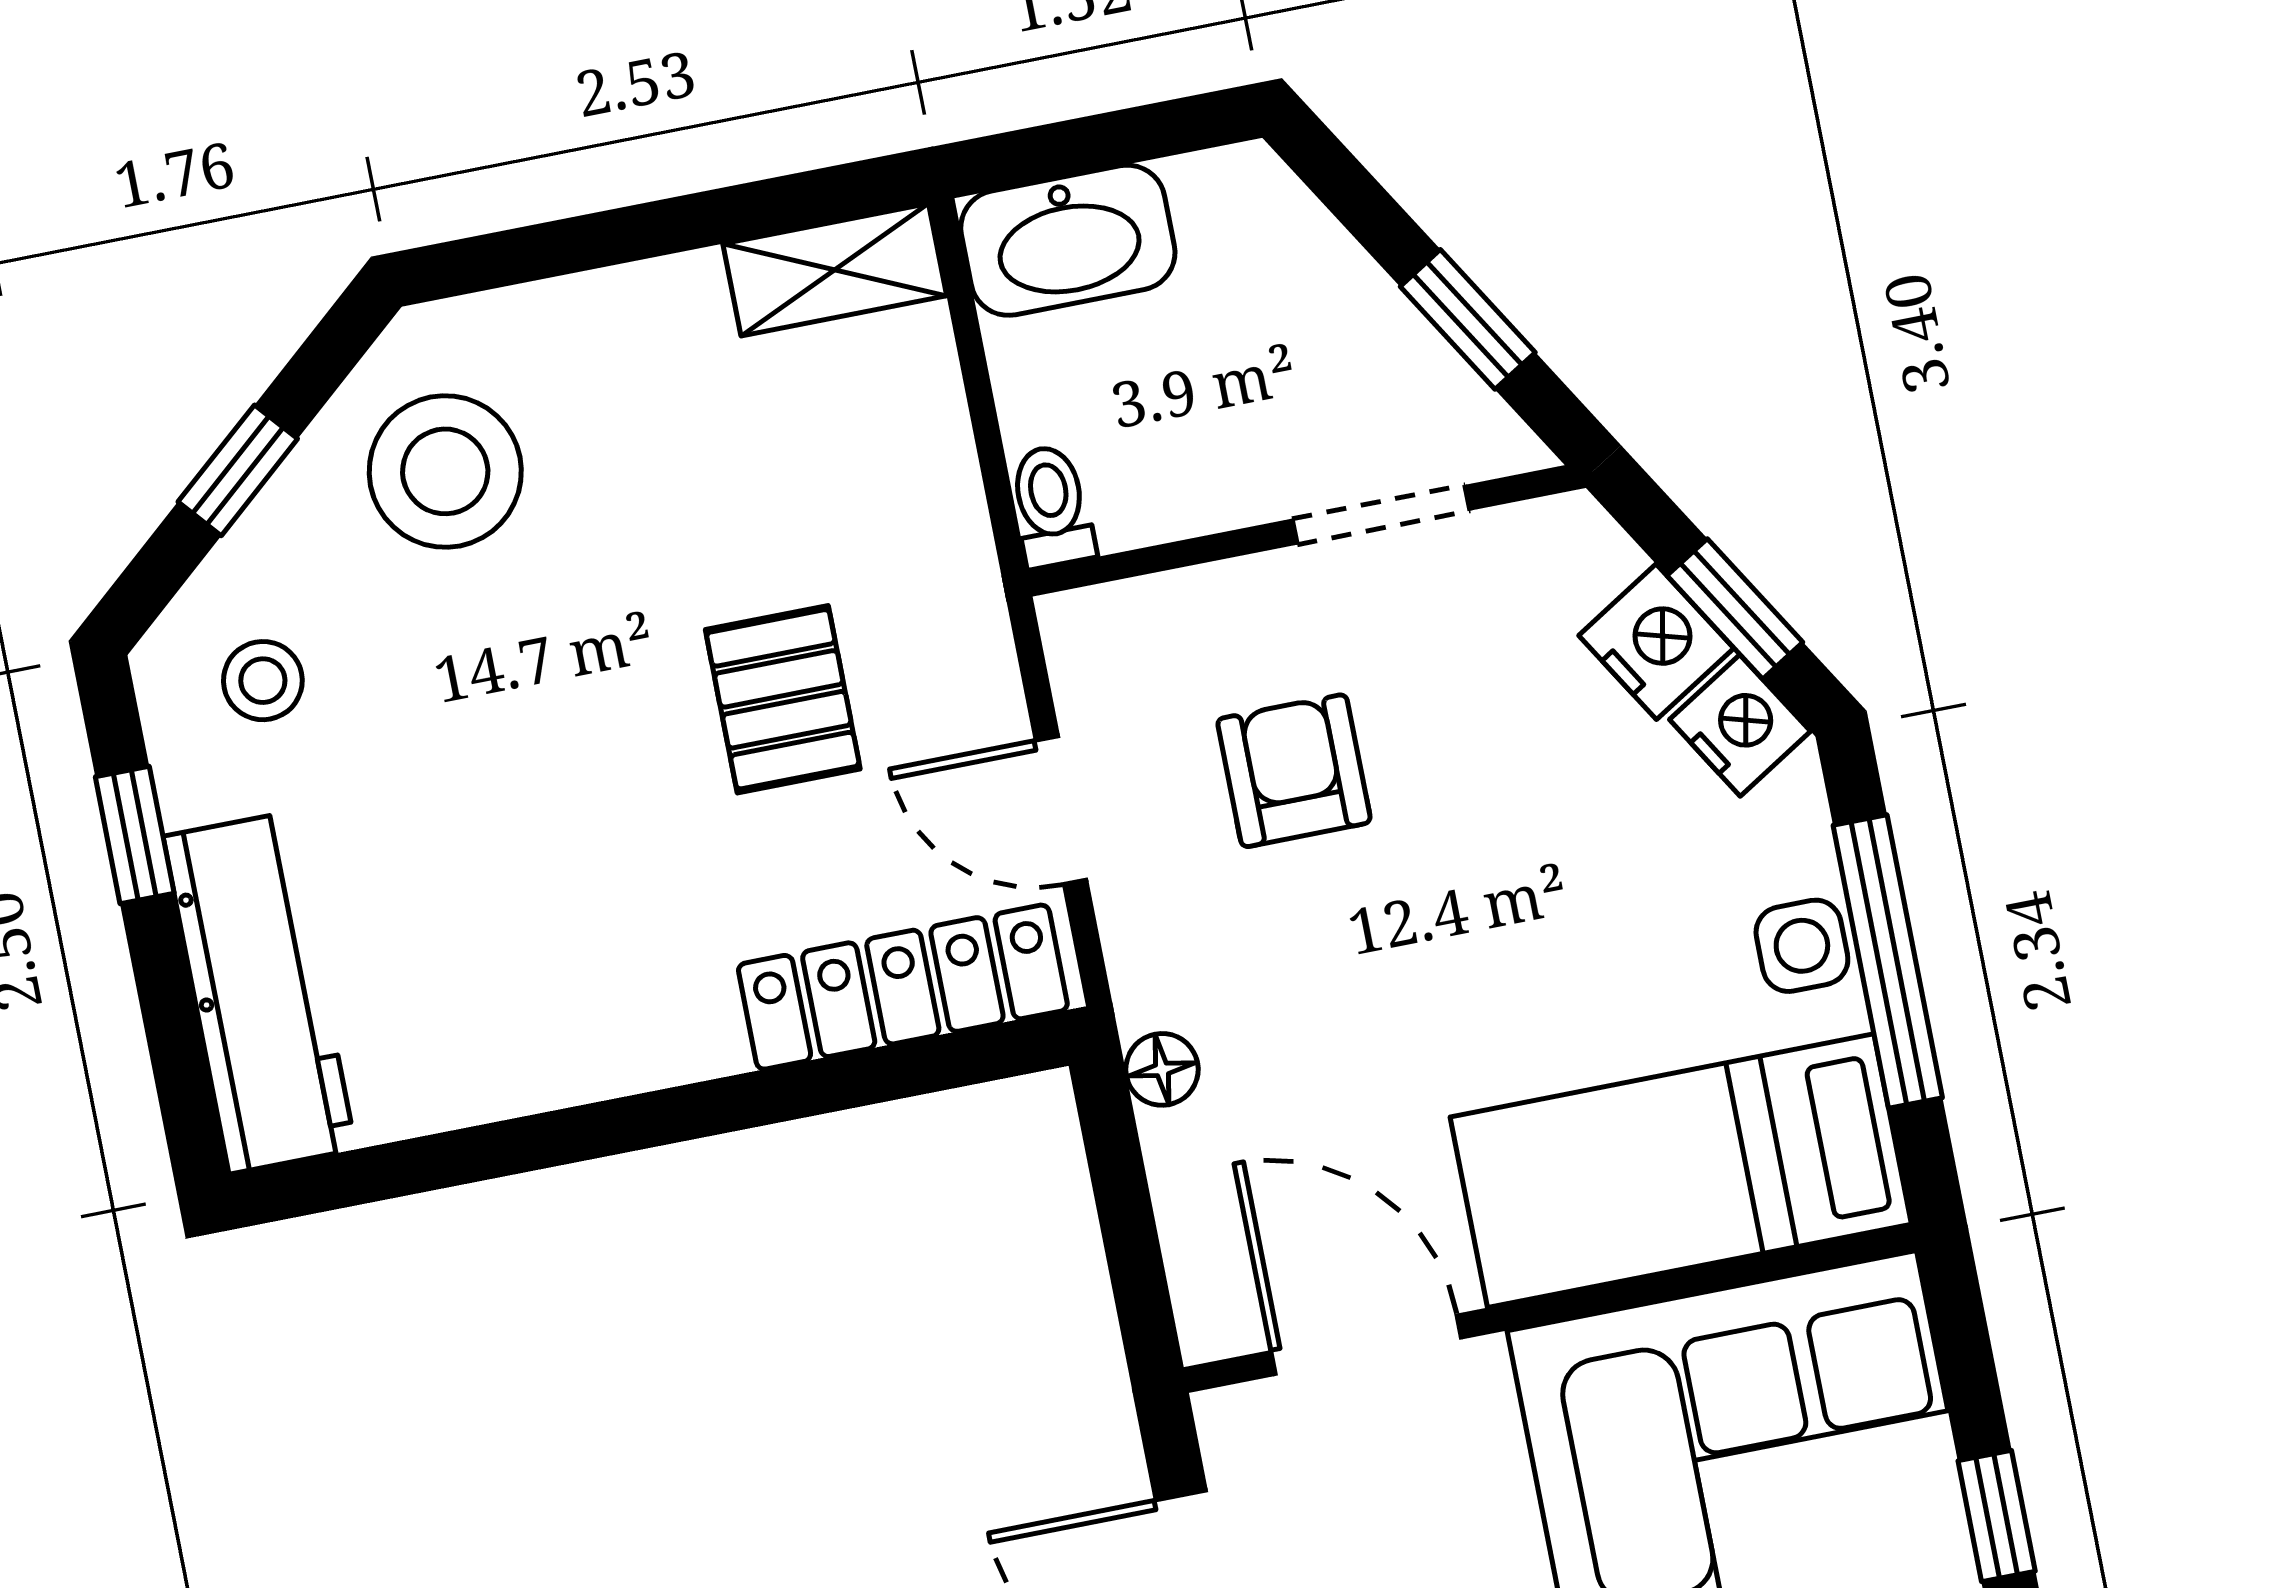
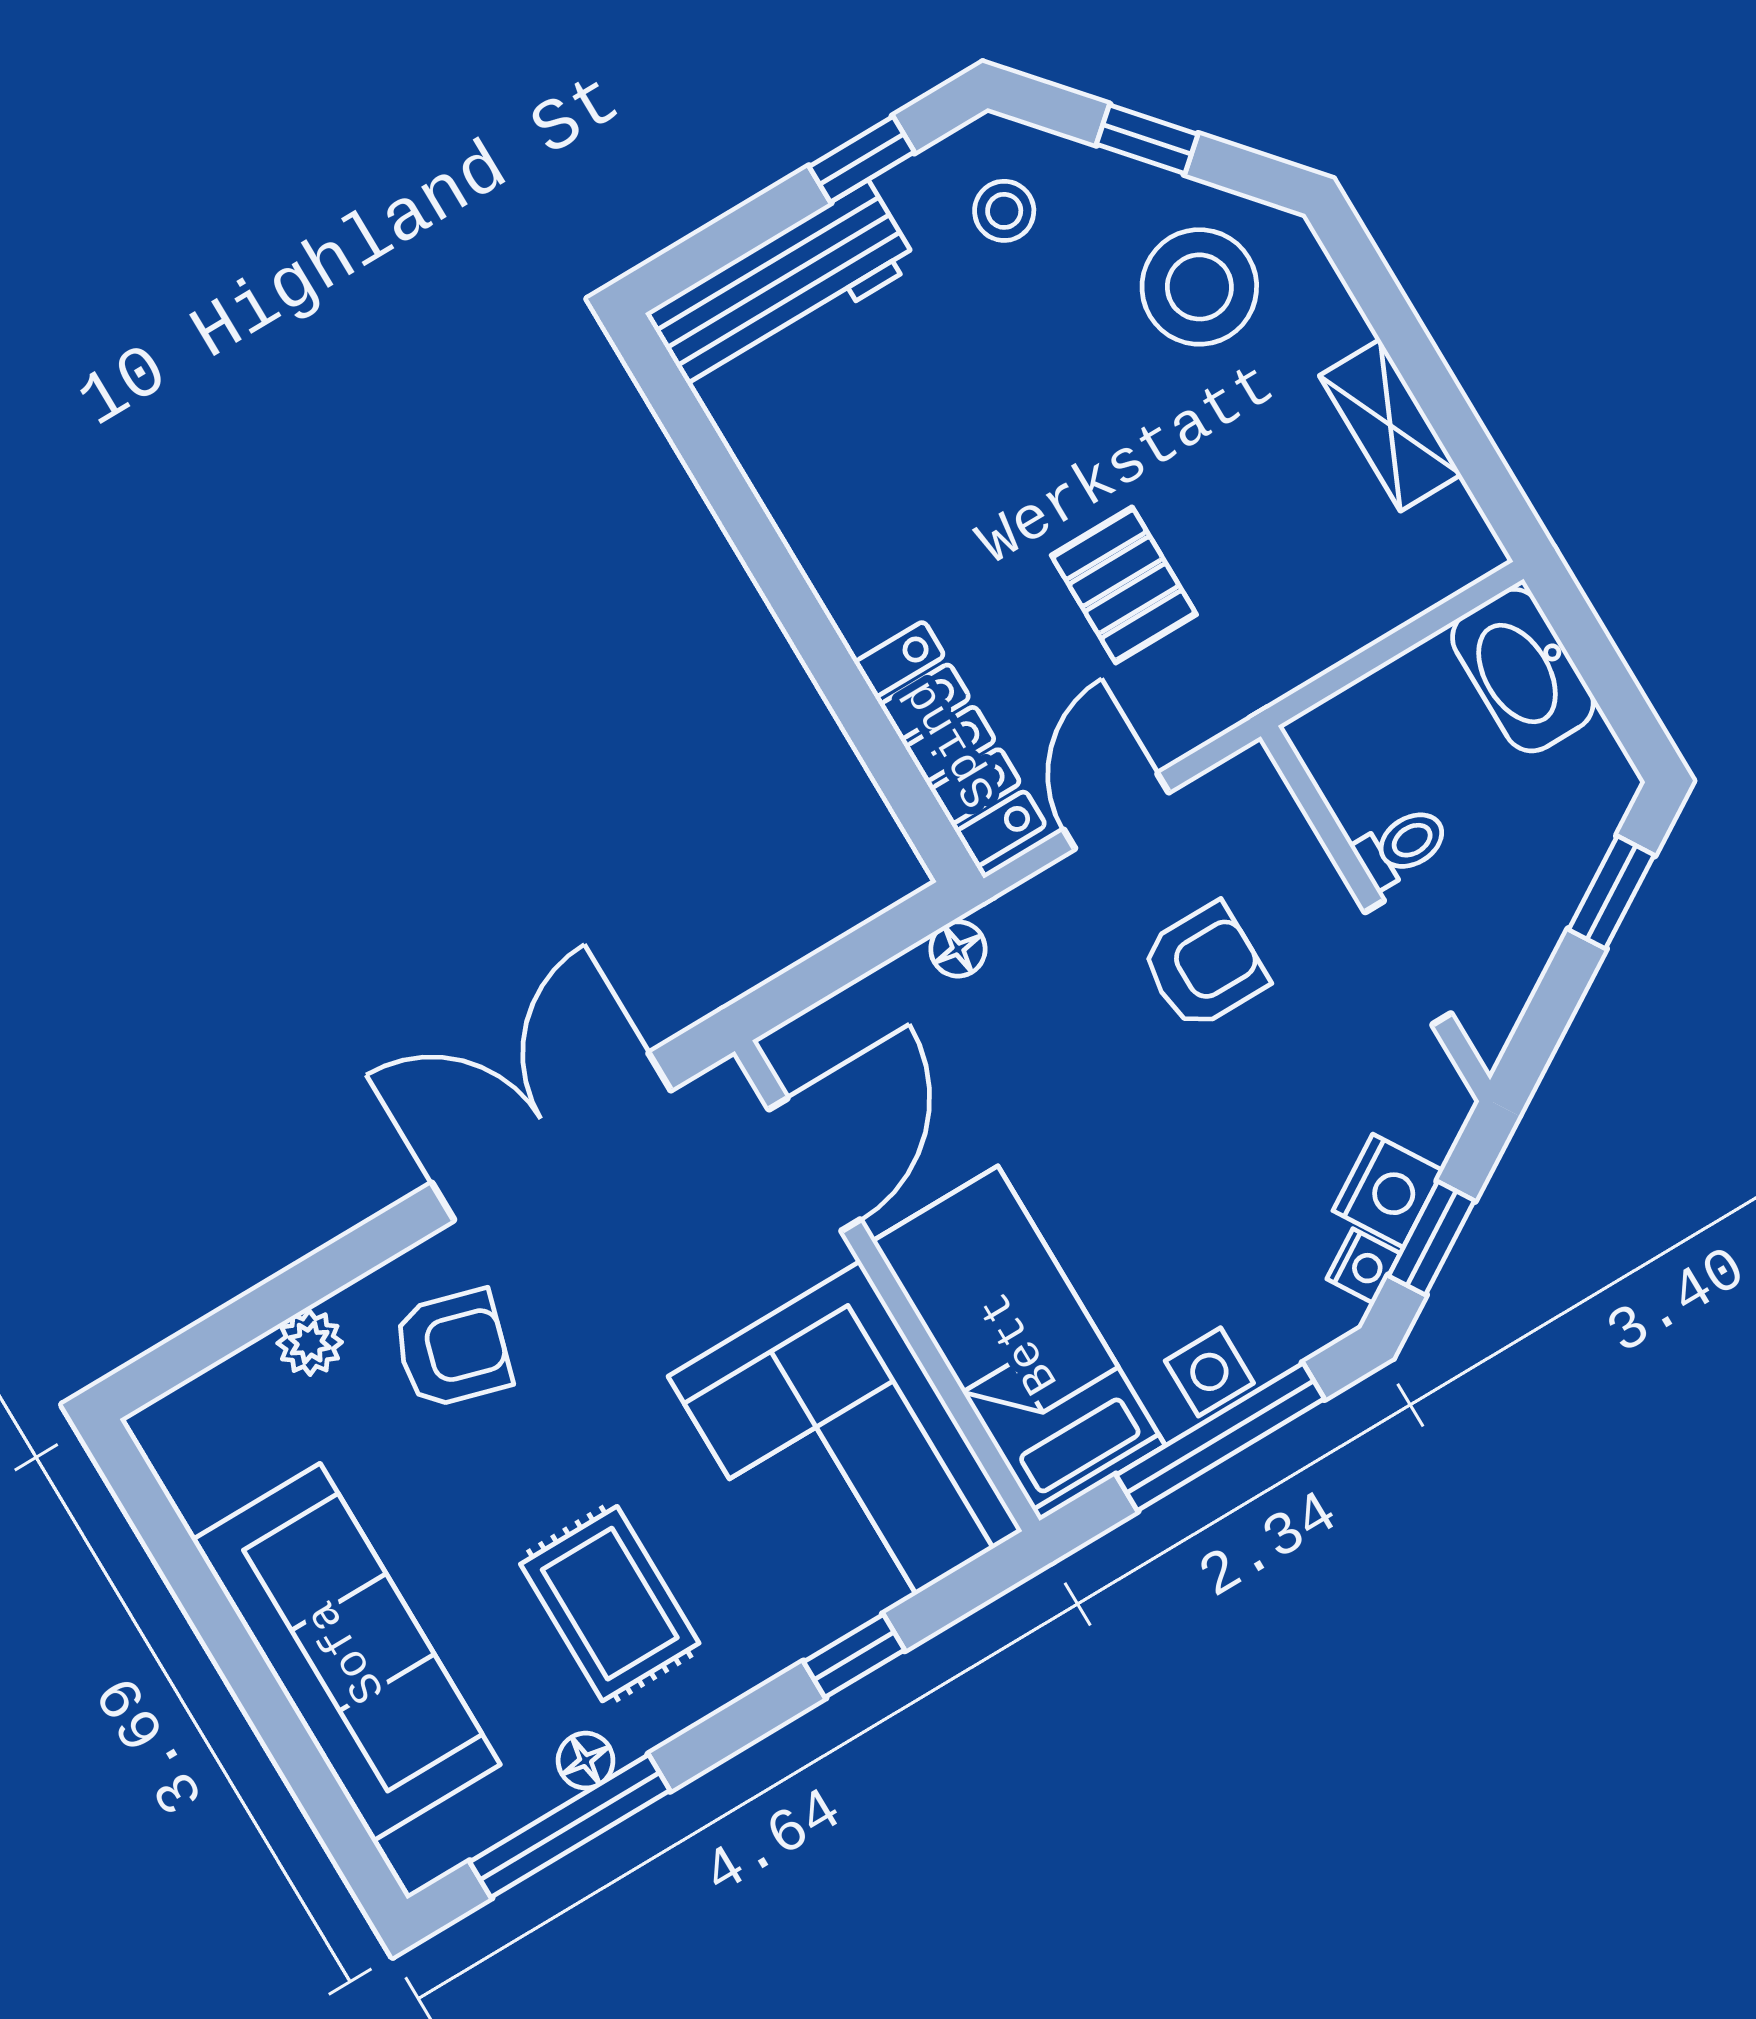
shelving: (835, 270) -> (1390, 425), moved
window: (1468, 319) -> (1611, 892), moved
toilet: (1051, 506) -> (1402, 847), moved
pallet: (783, 699) -> (1124, 585), turned 90
nightstand: (1740, 725) -> (1363, 1266), width x0.72, depth x0.74

